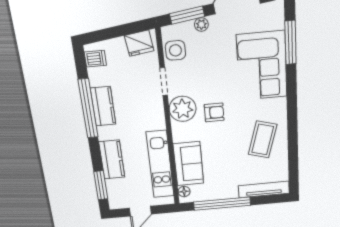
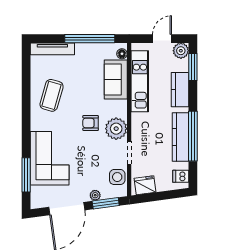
kitchen counter: (103, 106) -> (181, 137), width x1.50
plant: (117, 201) -> (181, 51), added

